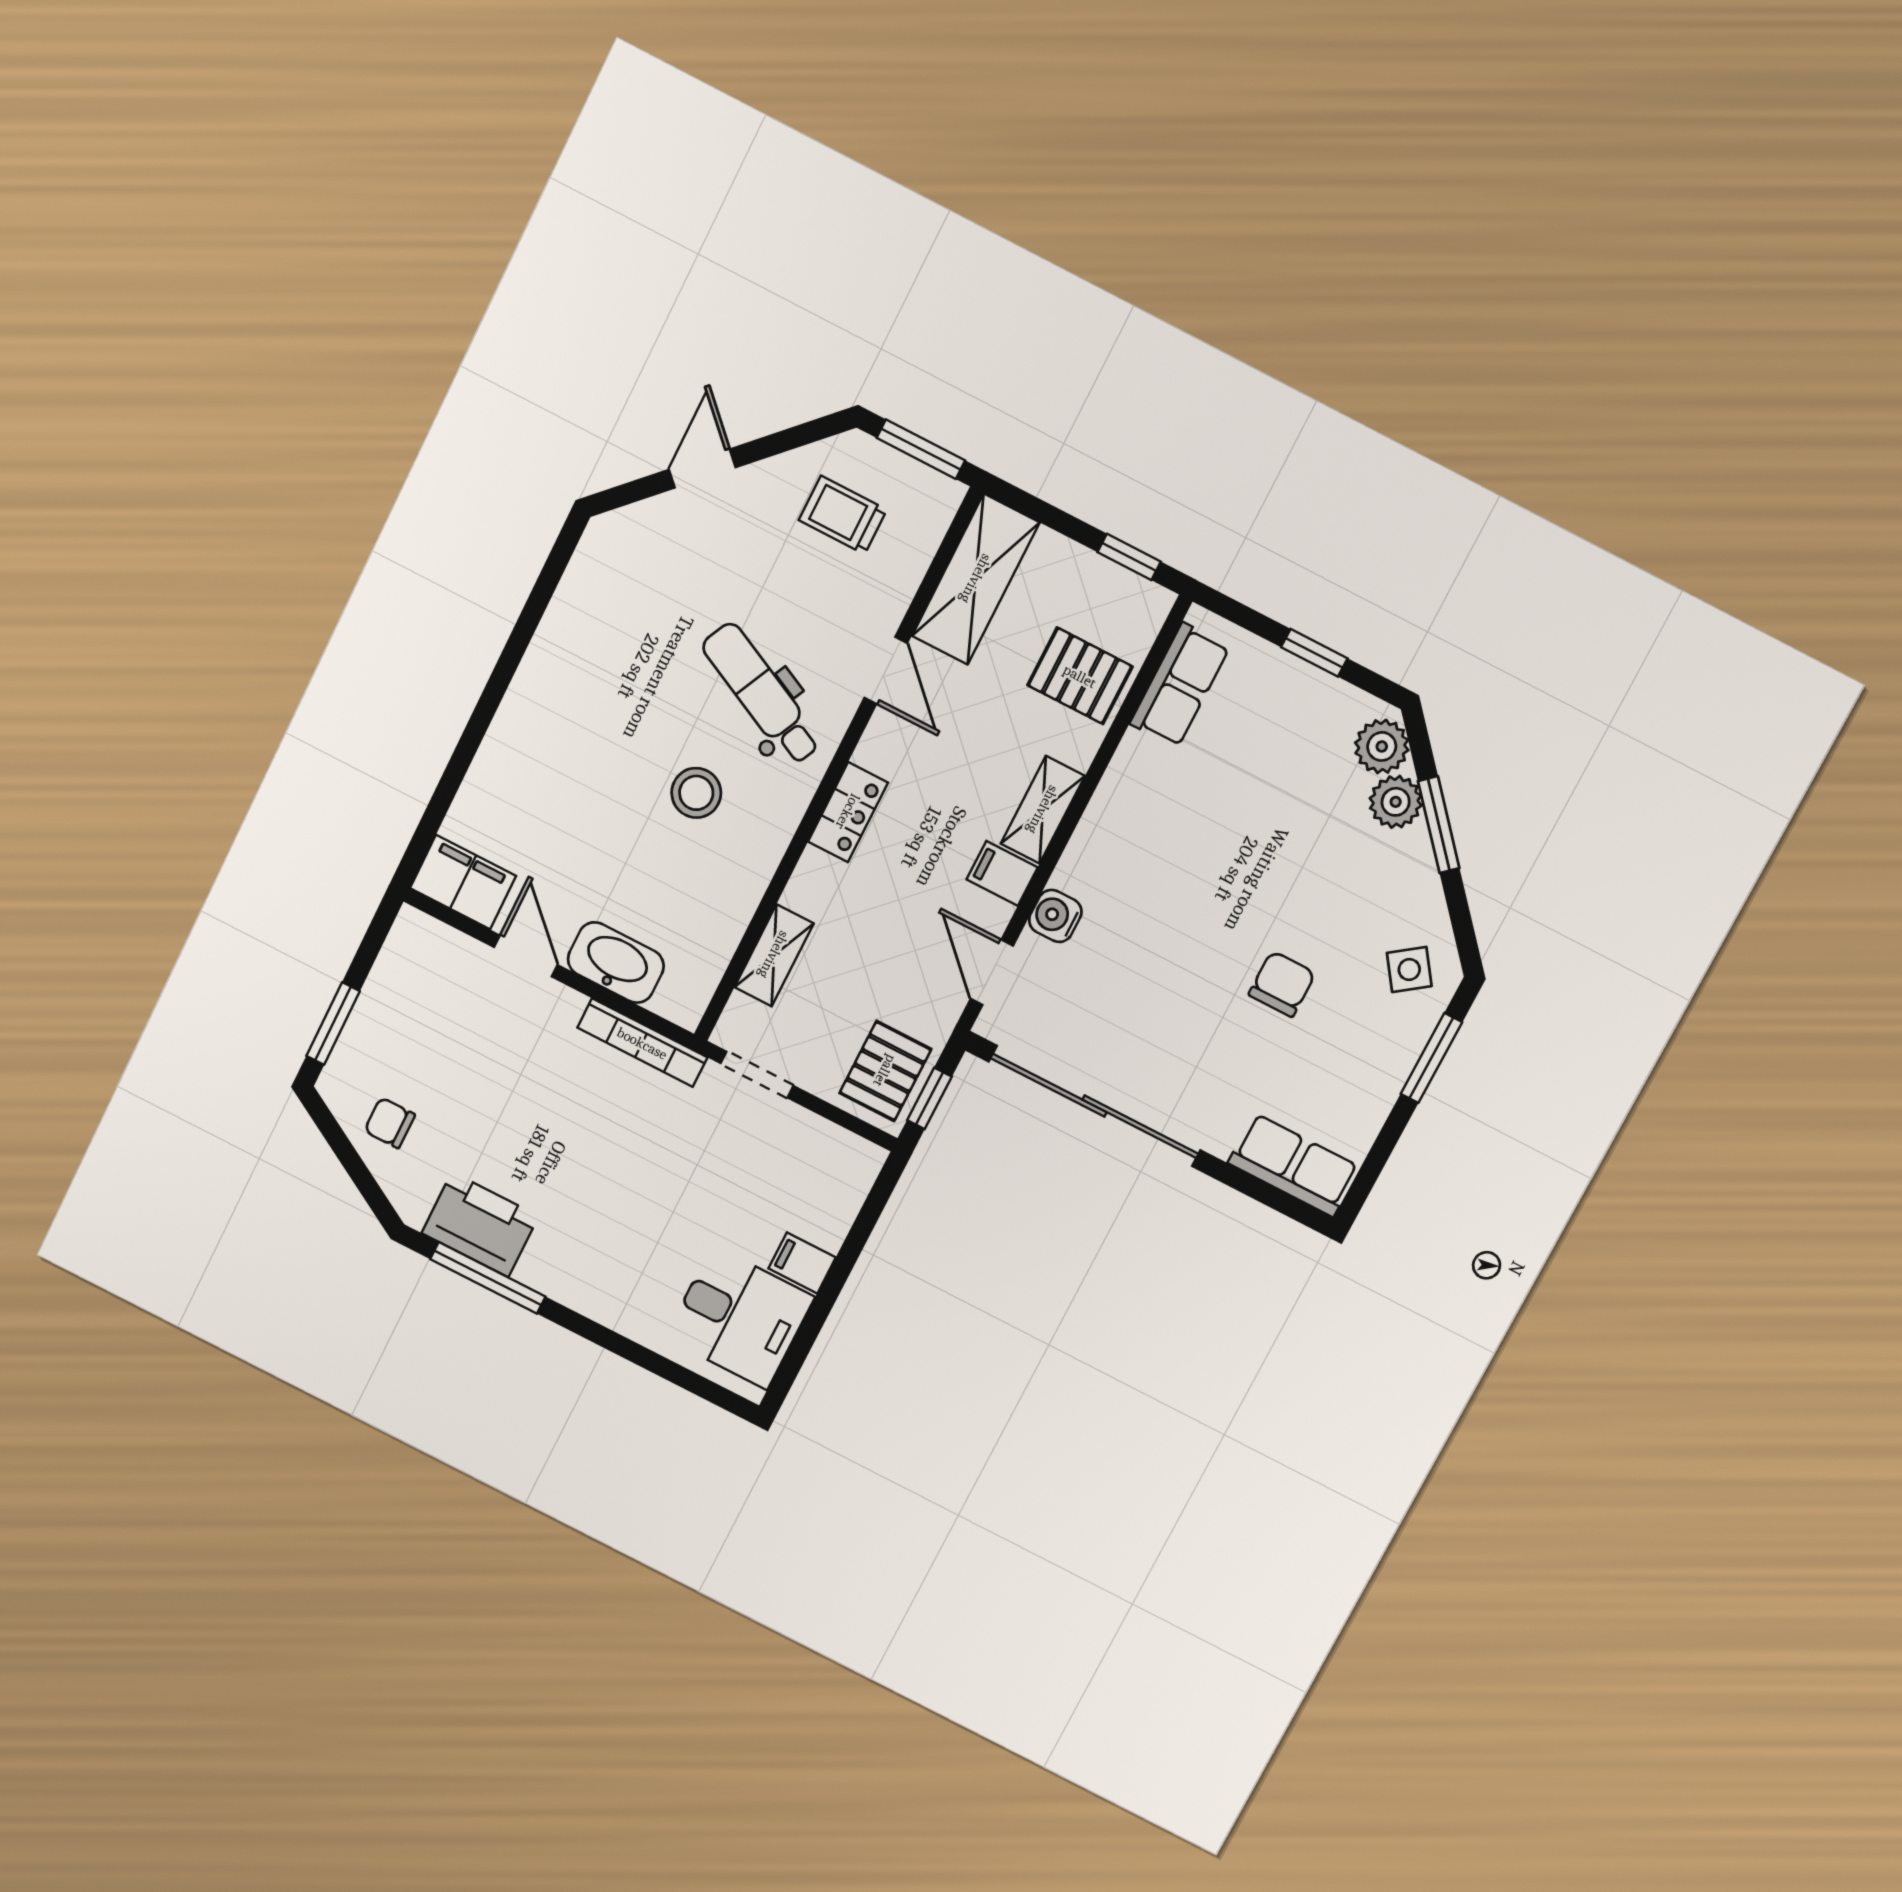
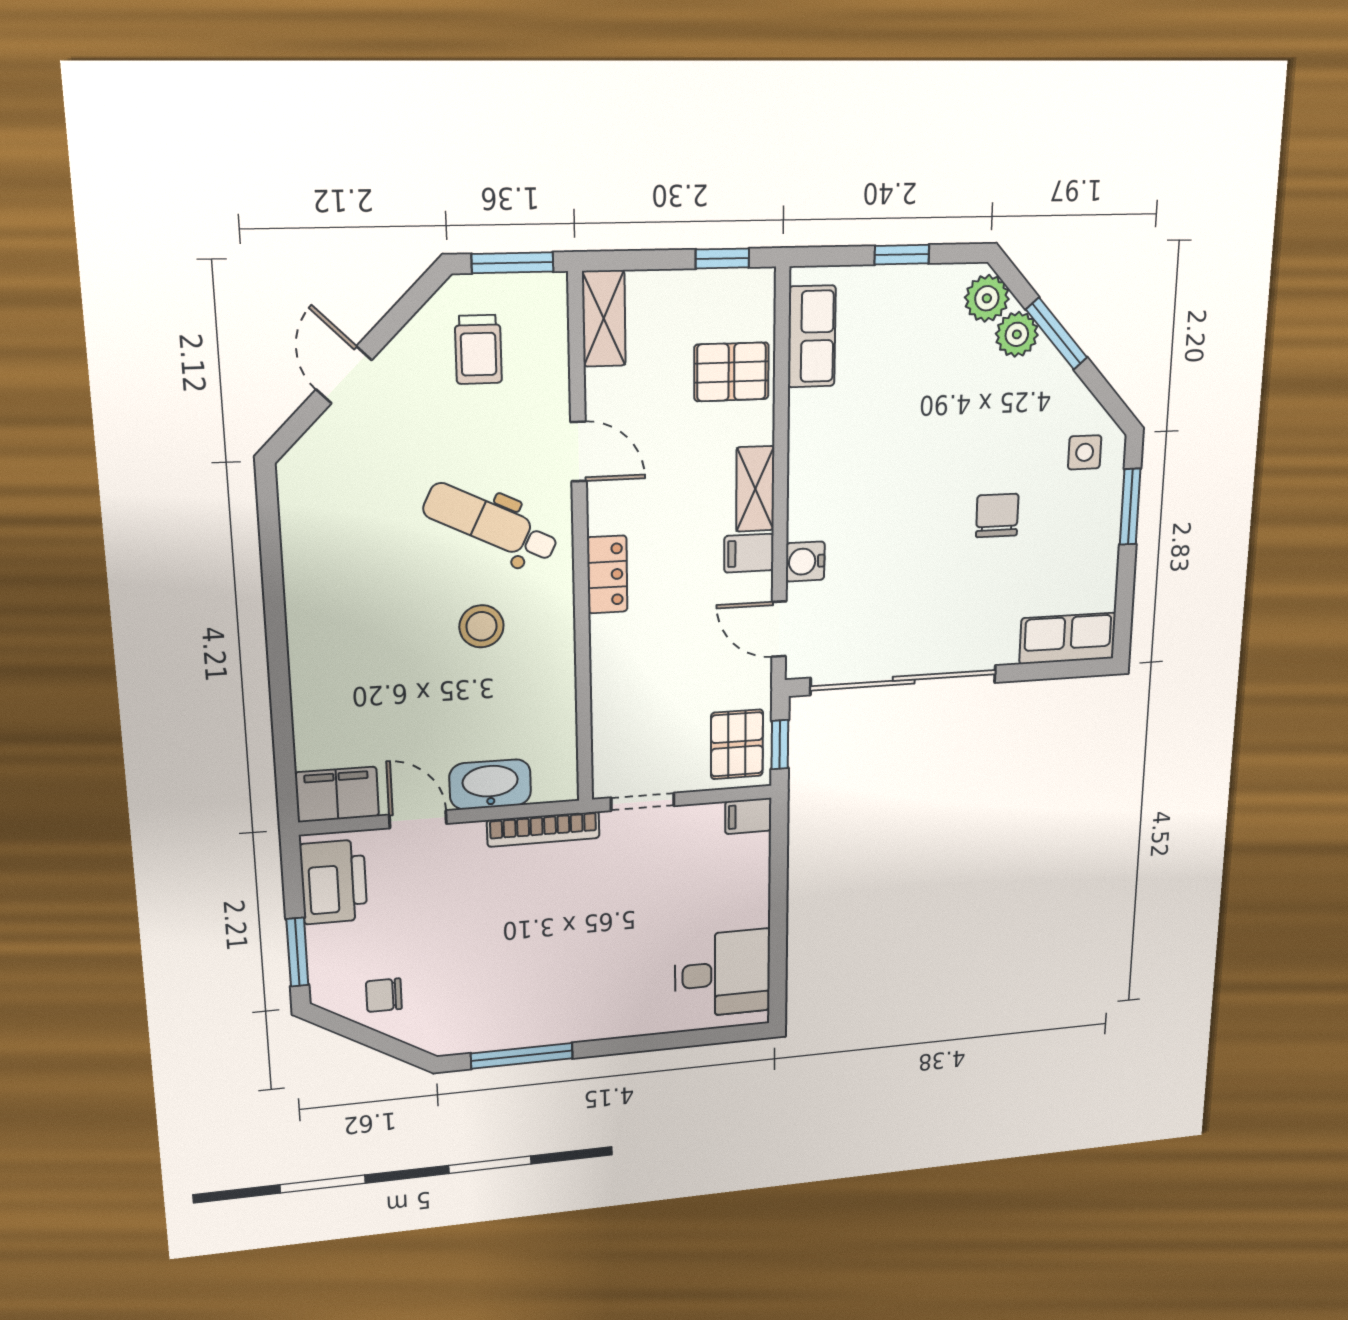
trolley: (843, 515) -> (478, 349), turned -90
shelving: (976, 579) -> (604, 319), width x0.67, depth x0.75
shelving: (774, 955) -> (608, 711), removed
side table: (1409, 969) -> (1085, 452), turned 36
printer: (480, 1225) -> (334, 882), moved, turned 90
filing cabinet: (802, 1263) -> (748, 816), moved

